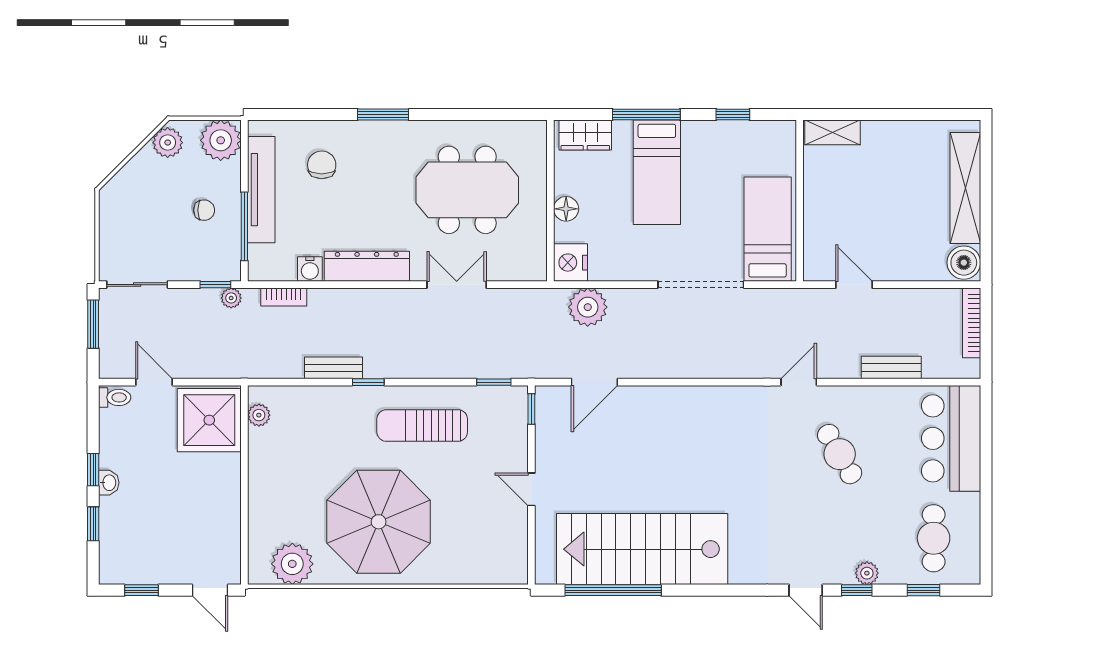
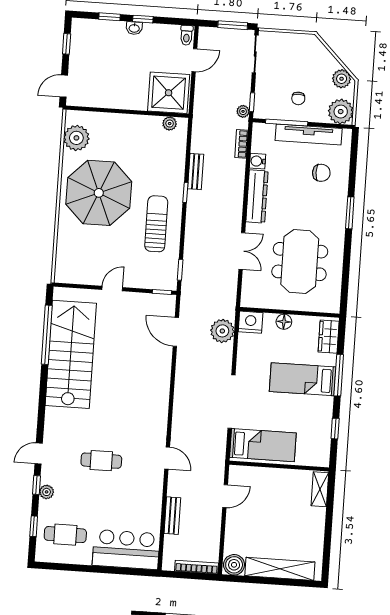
cafe table: (840, 454) -> (101, 461), moved, turned 30

